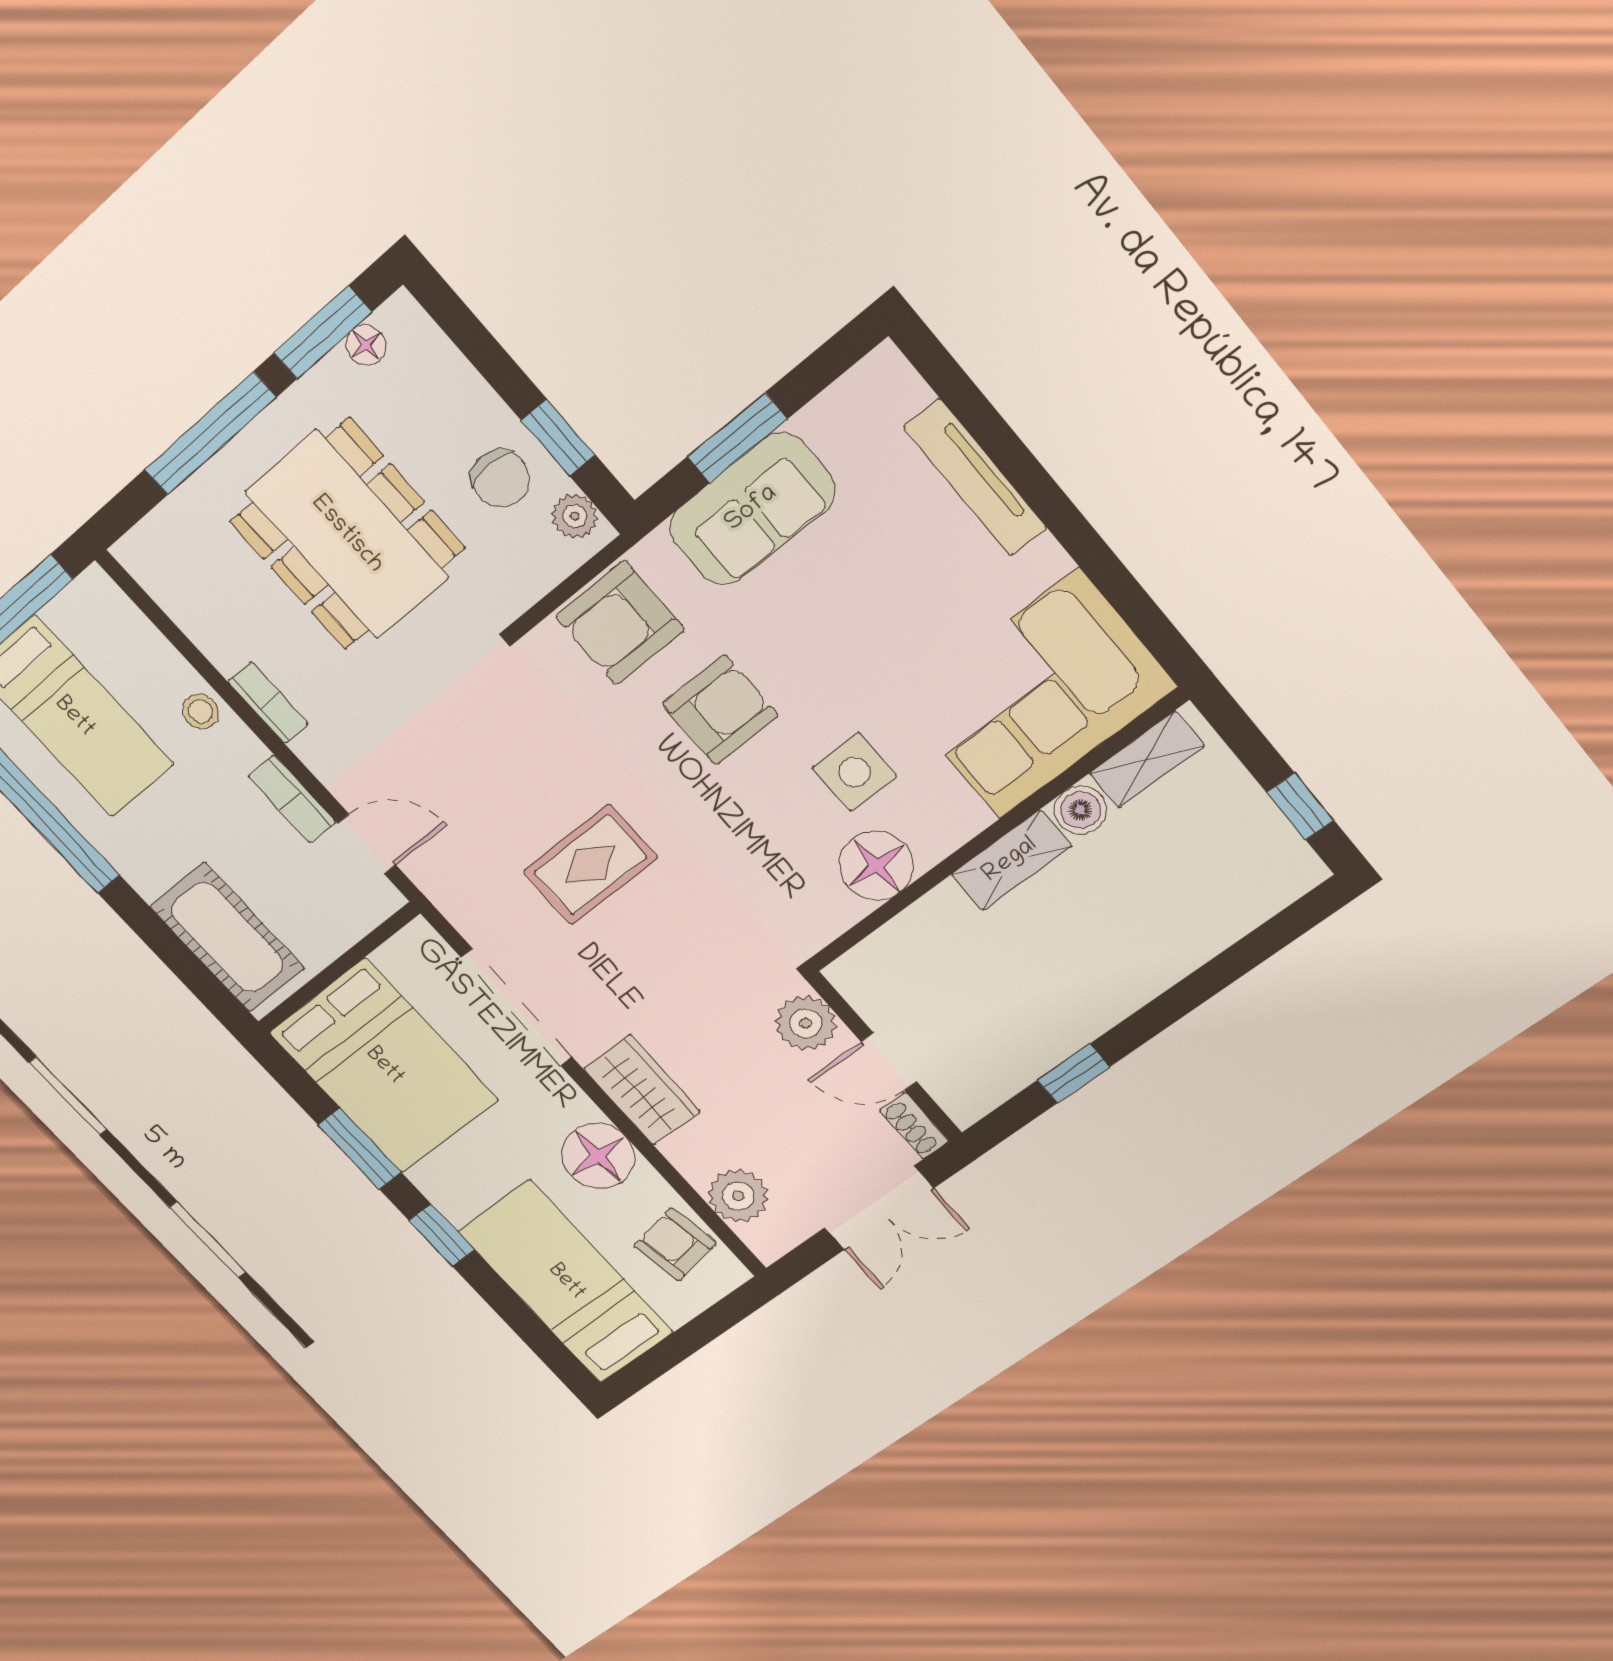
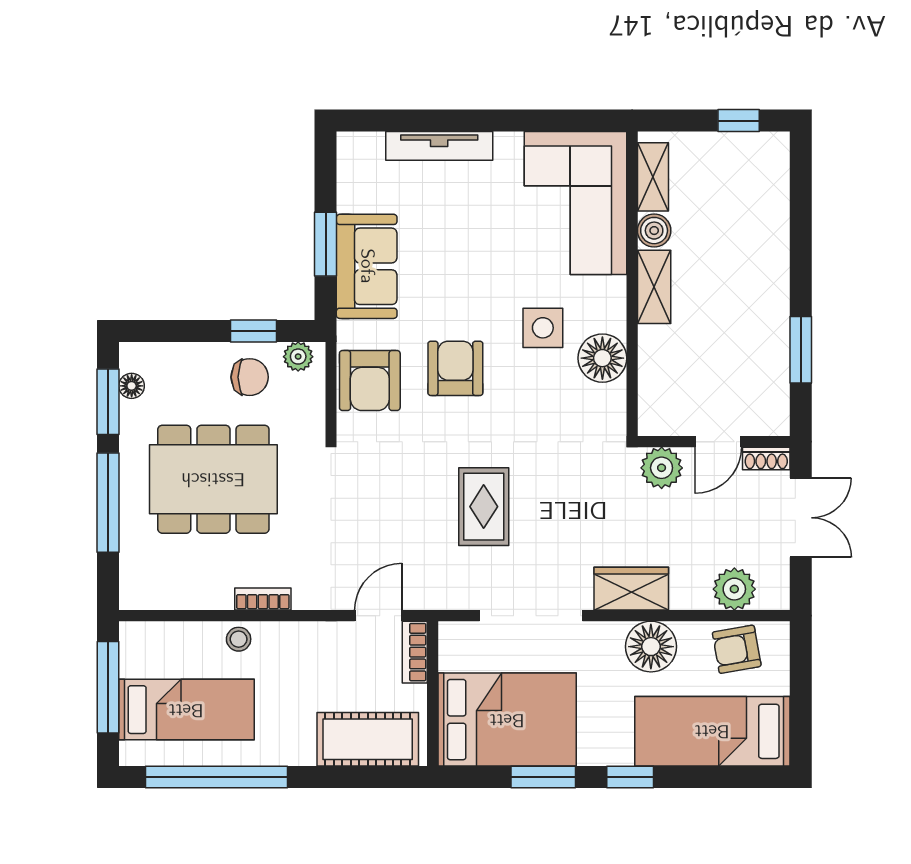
bookcase: (292, 799) -> (415, 652), moved, turned 90
window: (1073, 1074) -> (801, 350), width x1.50

